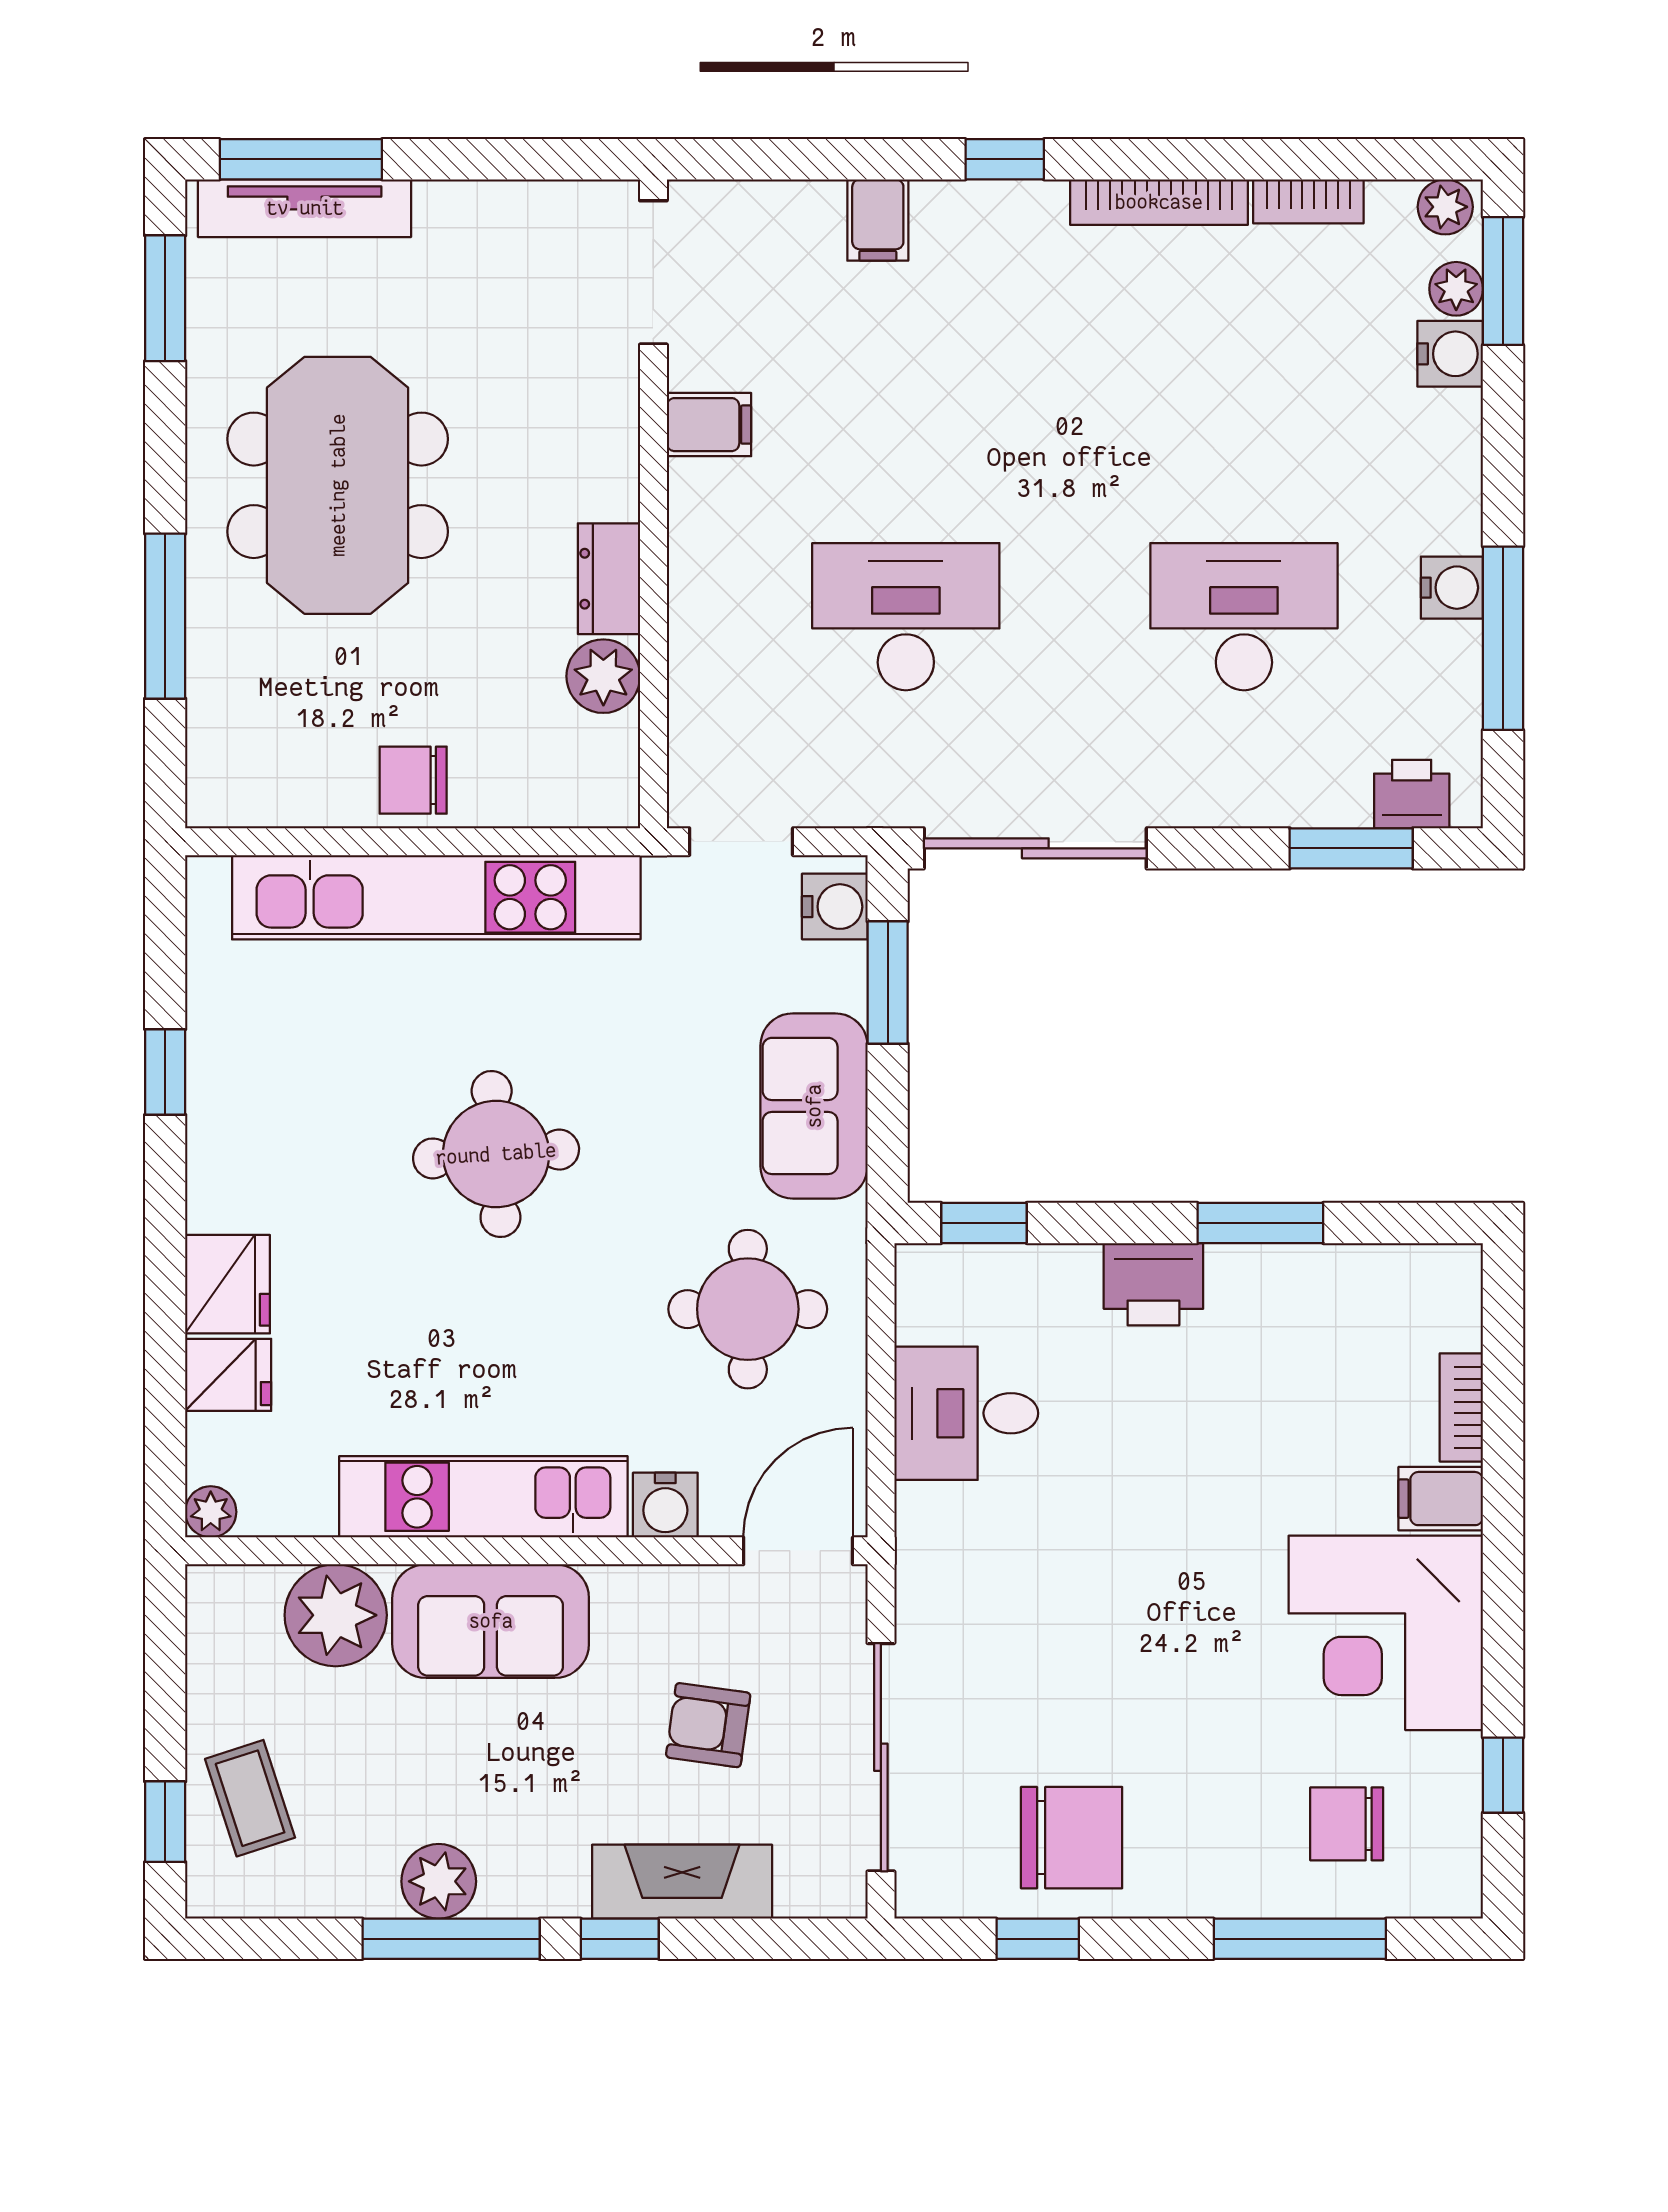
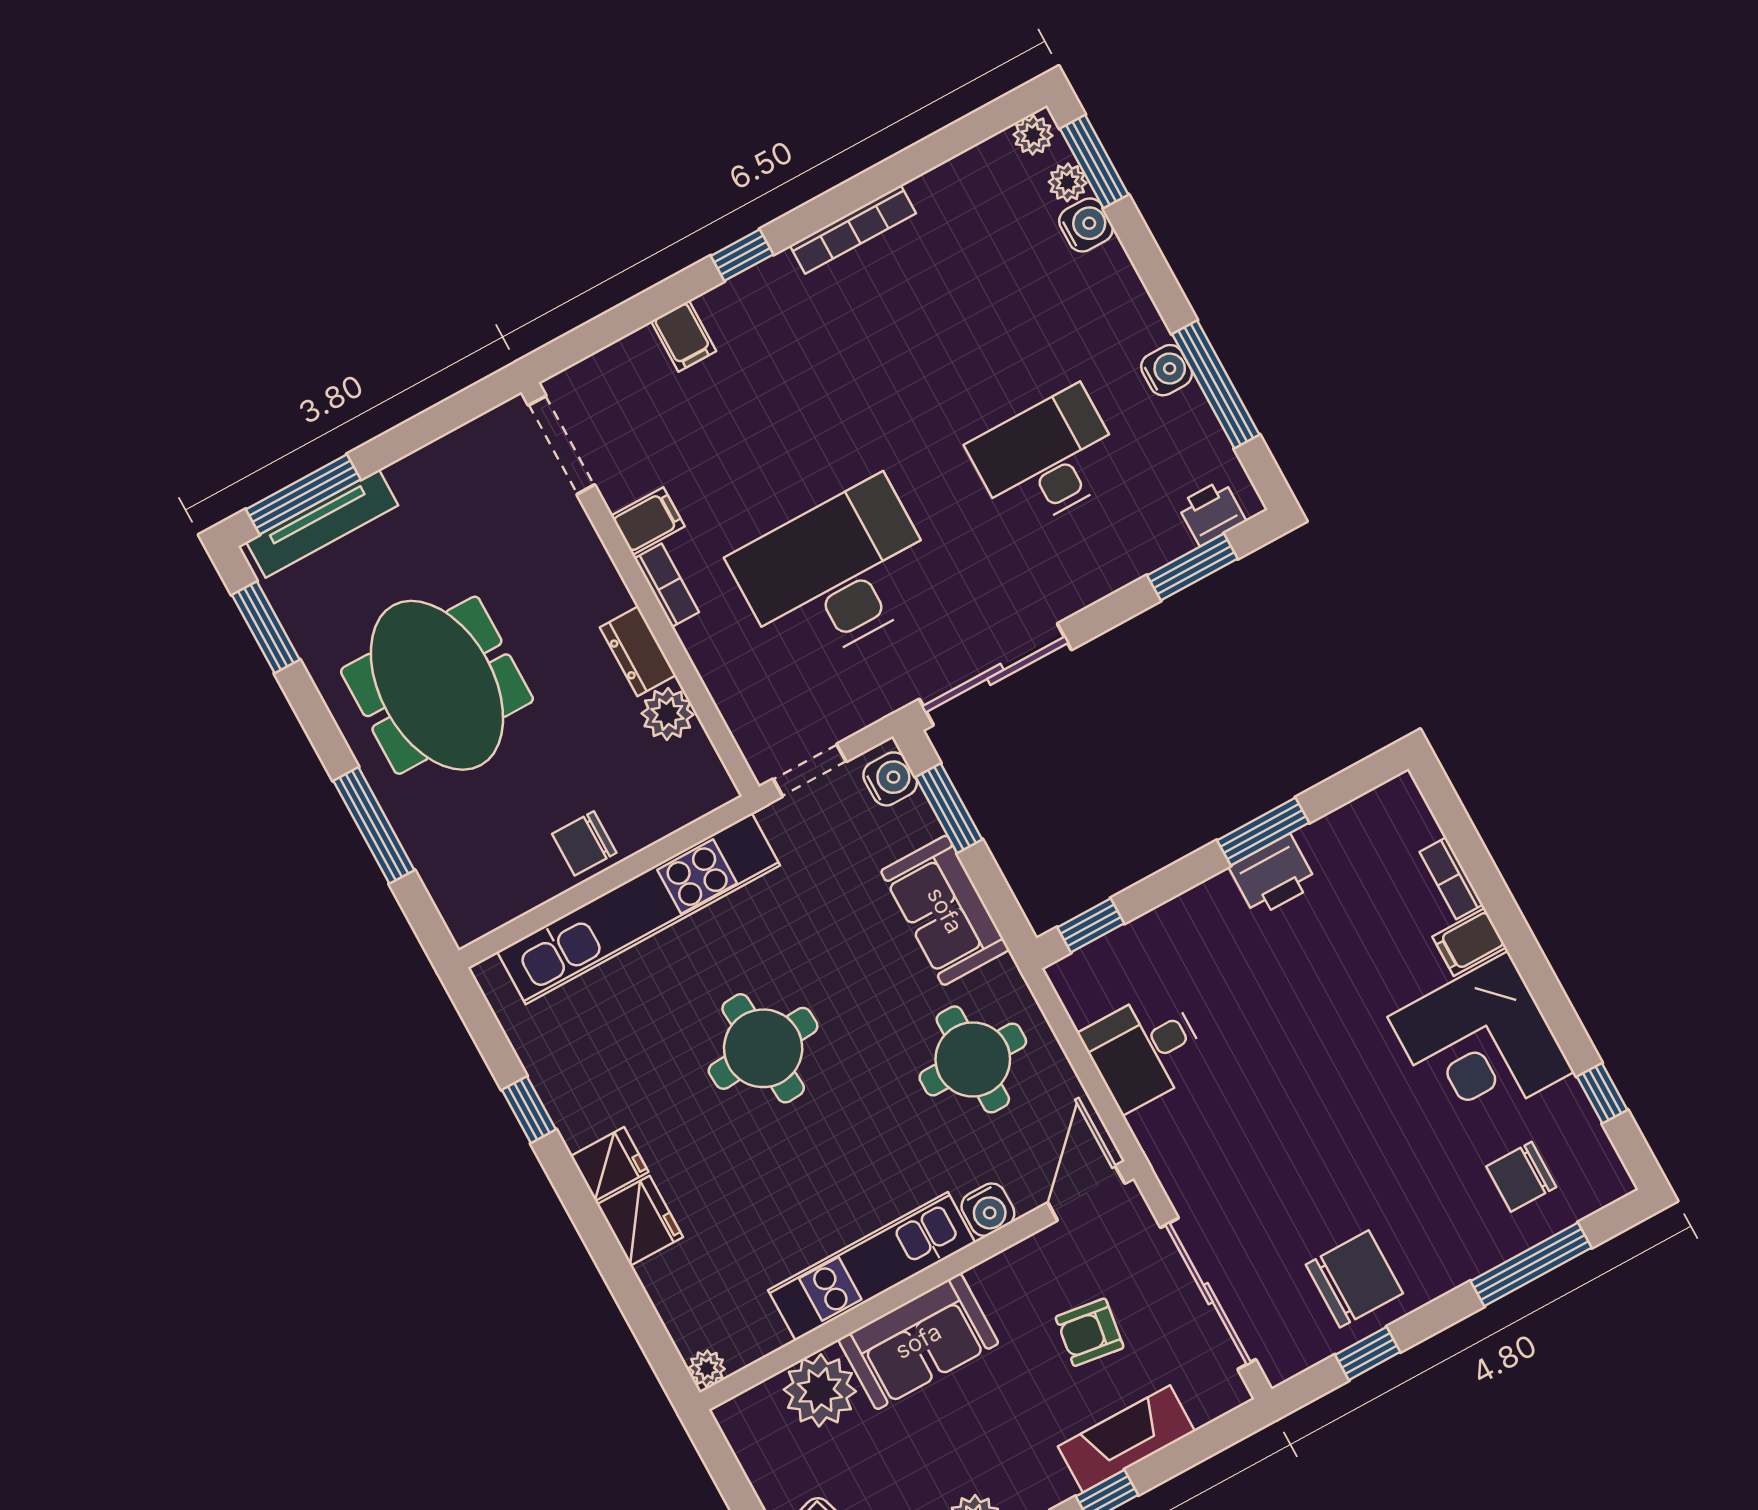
bookcase: (1308, 201) -> (667, 585), moved, turned -90
desk: (906, 617) -> (836, 574), width x1.36, depth x1.30
printer: (1153, 1284) -> (1273, 876), moved
fridge: (228, 1375) -> (609, 1164), moved

